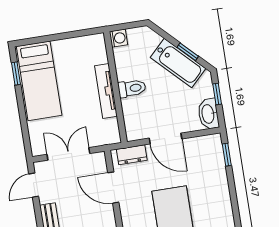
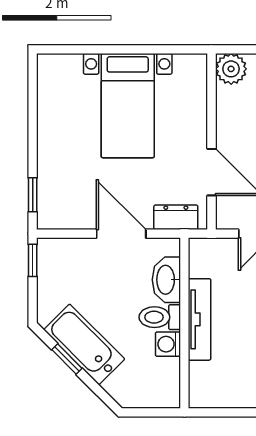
washing machine: (118, 38) -> (168, 344), moved
window: (217, 94) -> (33, 260), moved
washbasin: (208, 114) -> (166, 280), moved, turned 180

